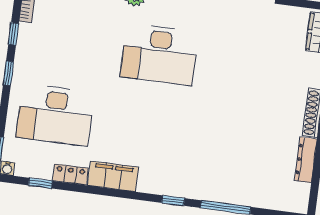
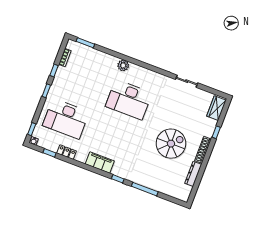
spiral stairs: (253, 115) -> (171, 144), added
filing cabinet: (113, 176) -> (100, 162), moved

